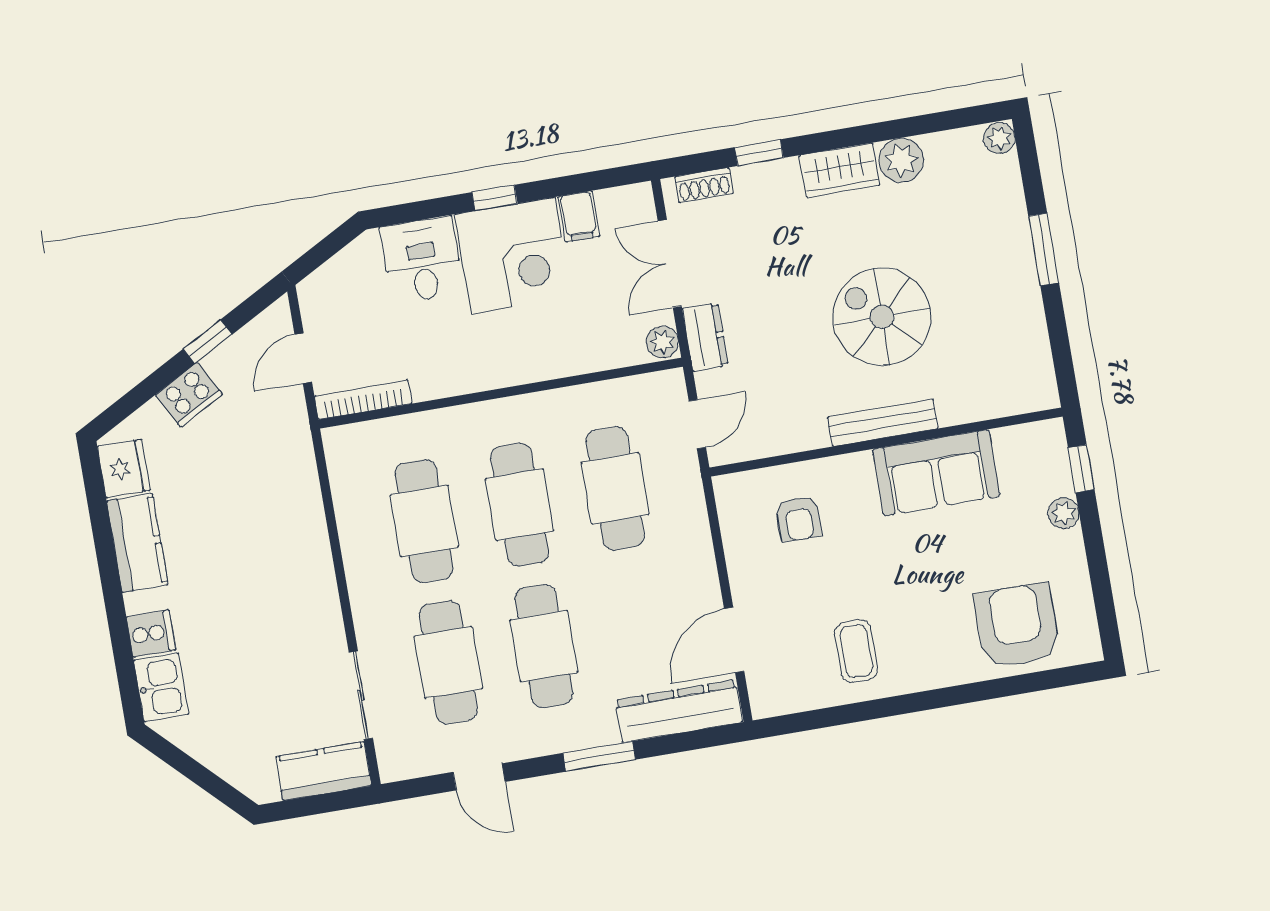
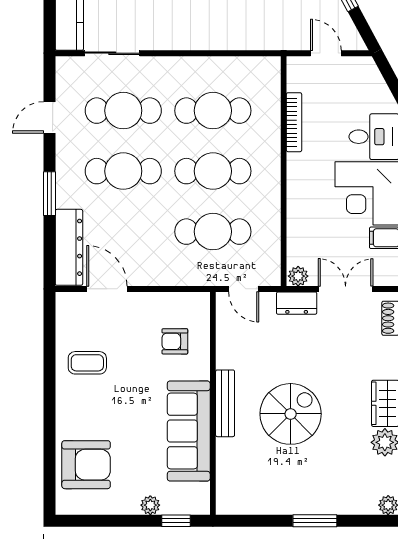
bookcase: (363, 400) -> (294, 122), moved
sofa: (936, 473) -> (189, 431), width x1.36

